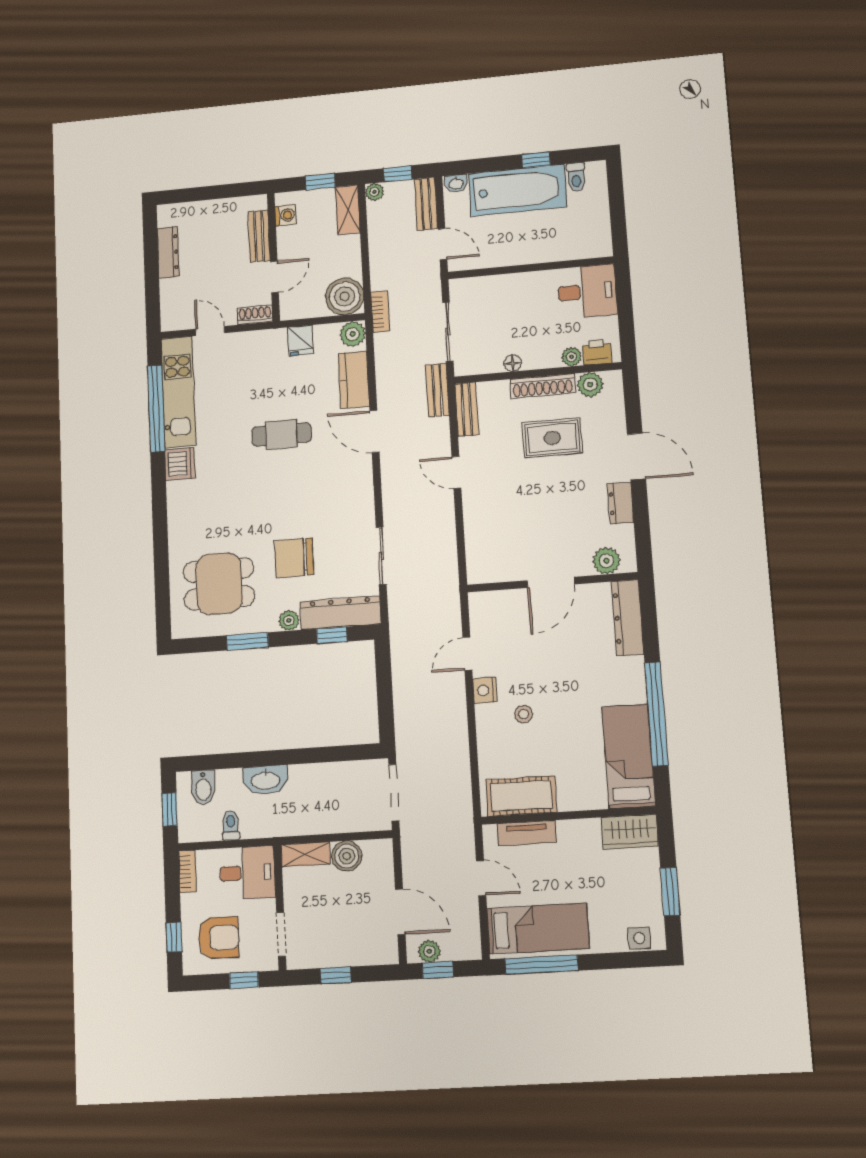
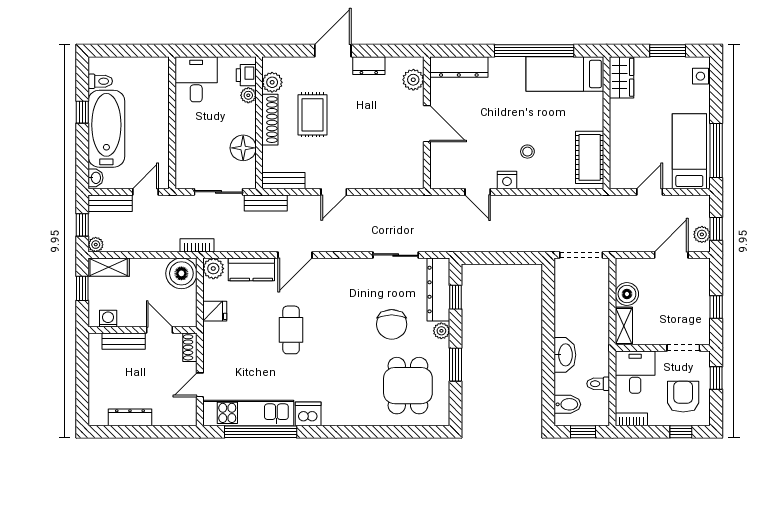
floor lamp: (513, 363) -> (243, 148), width x1.89, depth x1.89
tv unit: (526, 833) -> (618, 155), removed

